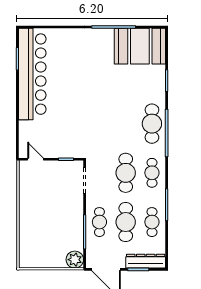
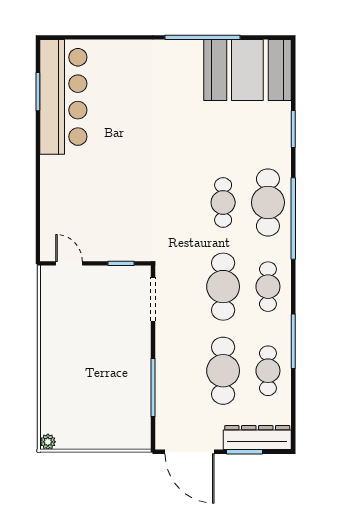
bar counter: (32, 74) -> (63, 97), width x0.73
cafe table: (99, 222) -> (223, 202), moved
plant: (75, 260) -> (48, 442), moved, width x0.53, depth x0.53

